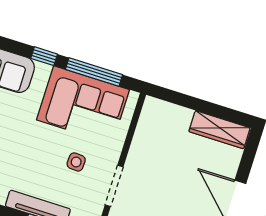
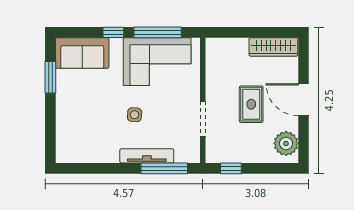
side table: (76, 162) -> (135, 115), moved
rug: (174, 186) -> (251, 104), added

